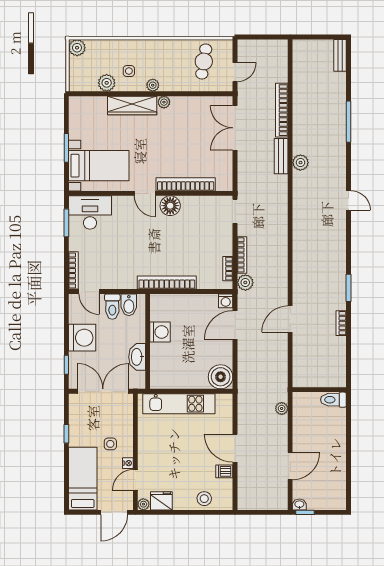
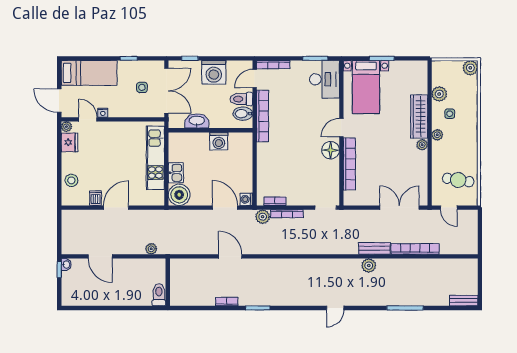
bookcase: (167, 283) -> (263, 116), moved
kitchen sink: (196, 381) -> (176, 173), added
side table: (110, 444) -> (142, 87), moved

